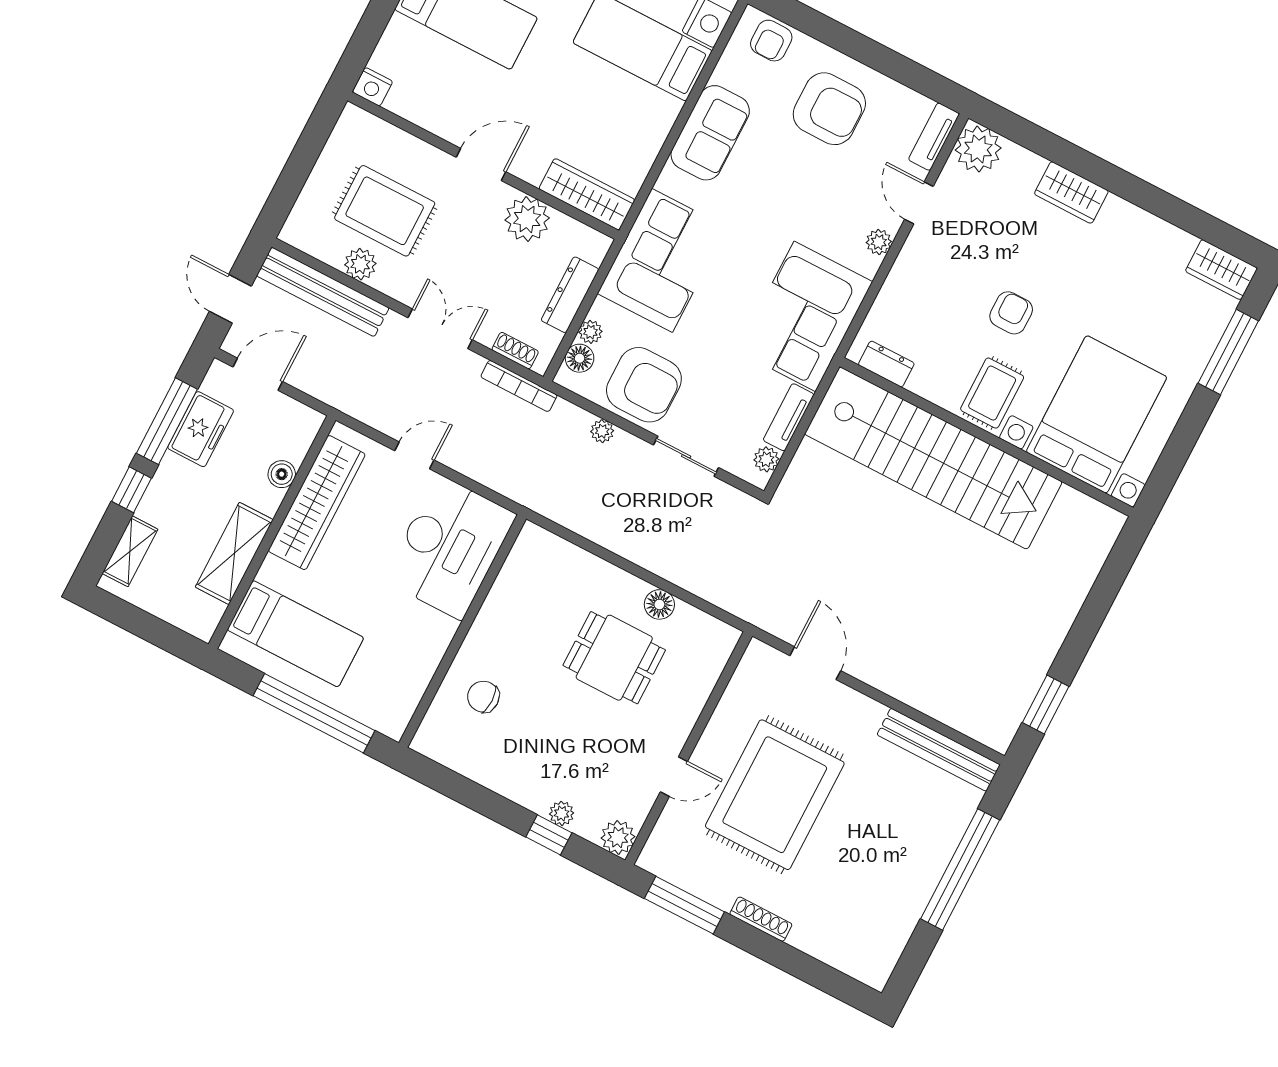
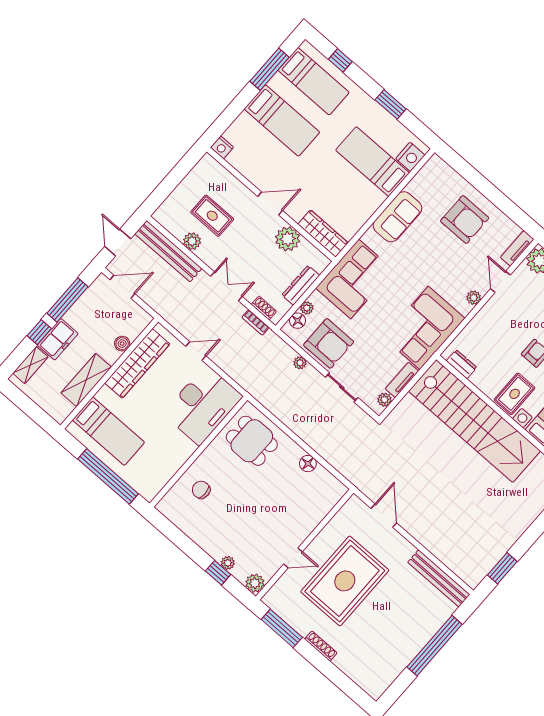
armchair: (771, 41) -> (442, 175), removed
rug: (385, 211) -> (212, 216), width x0.73, depth x0.70
bookcase: (519, 386) -> (255, 322), width x0.64
freezer: (201, 429) -> (58, 339), moved
dining table: (614, 658) -> (252, 441), moved

